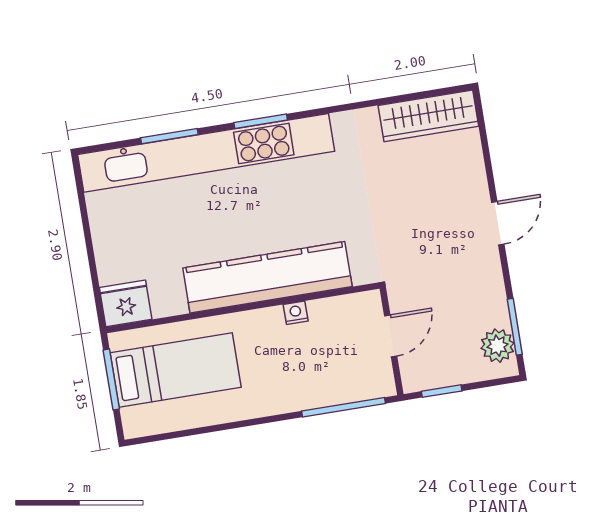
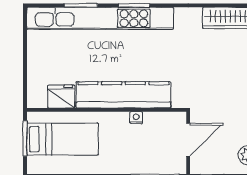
fridge: (126, 303) -> (61, 96), moved
door: (391, 336) -> (188, 140), width x1.38

